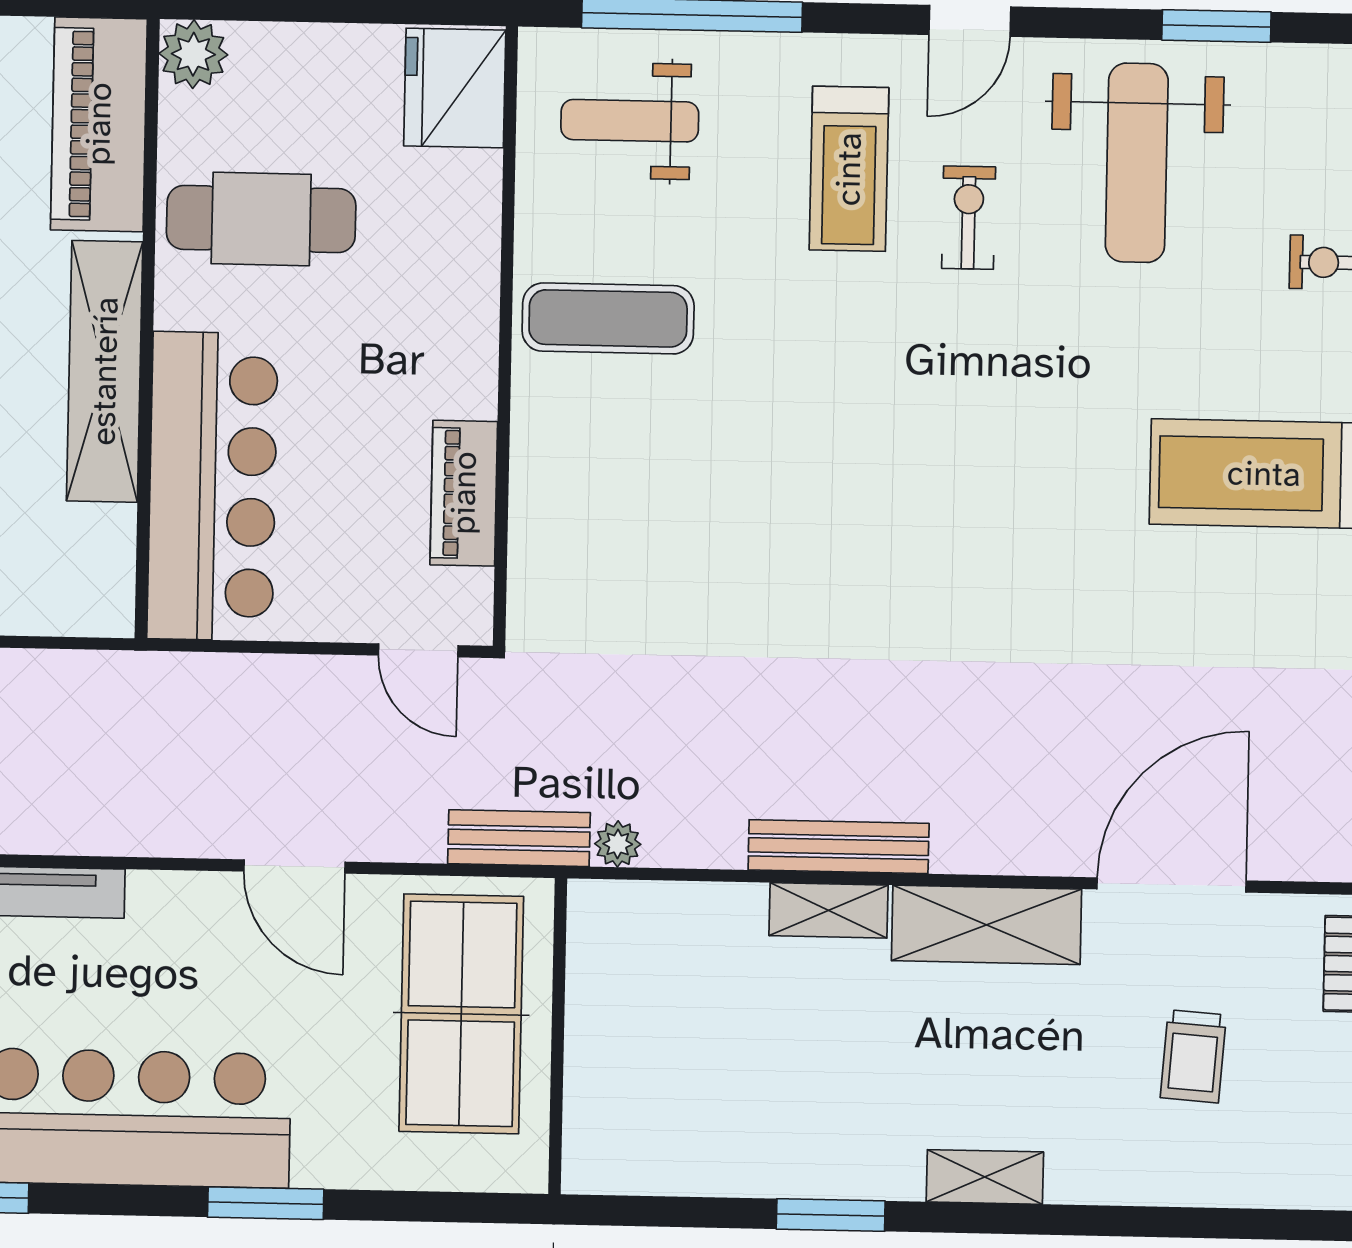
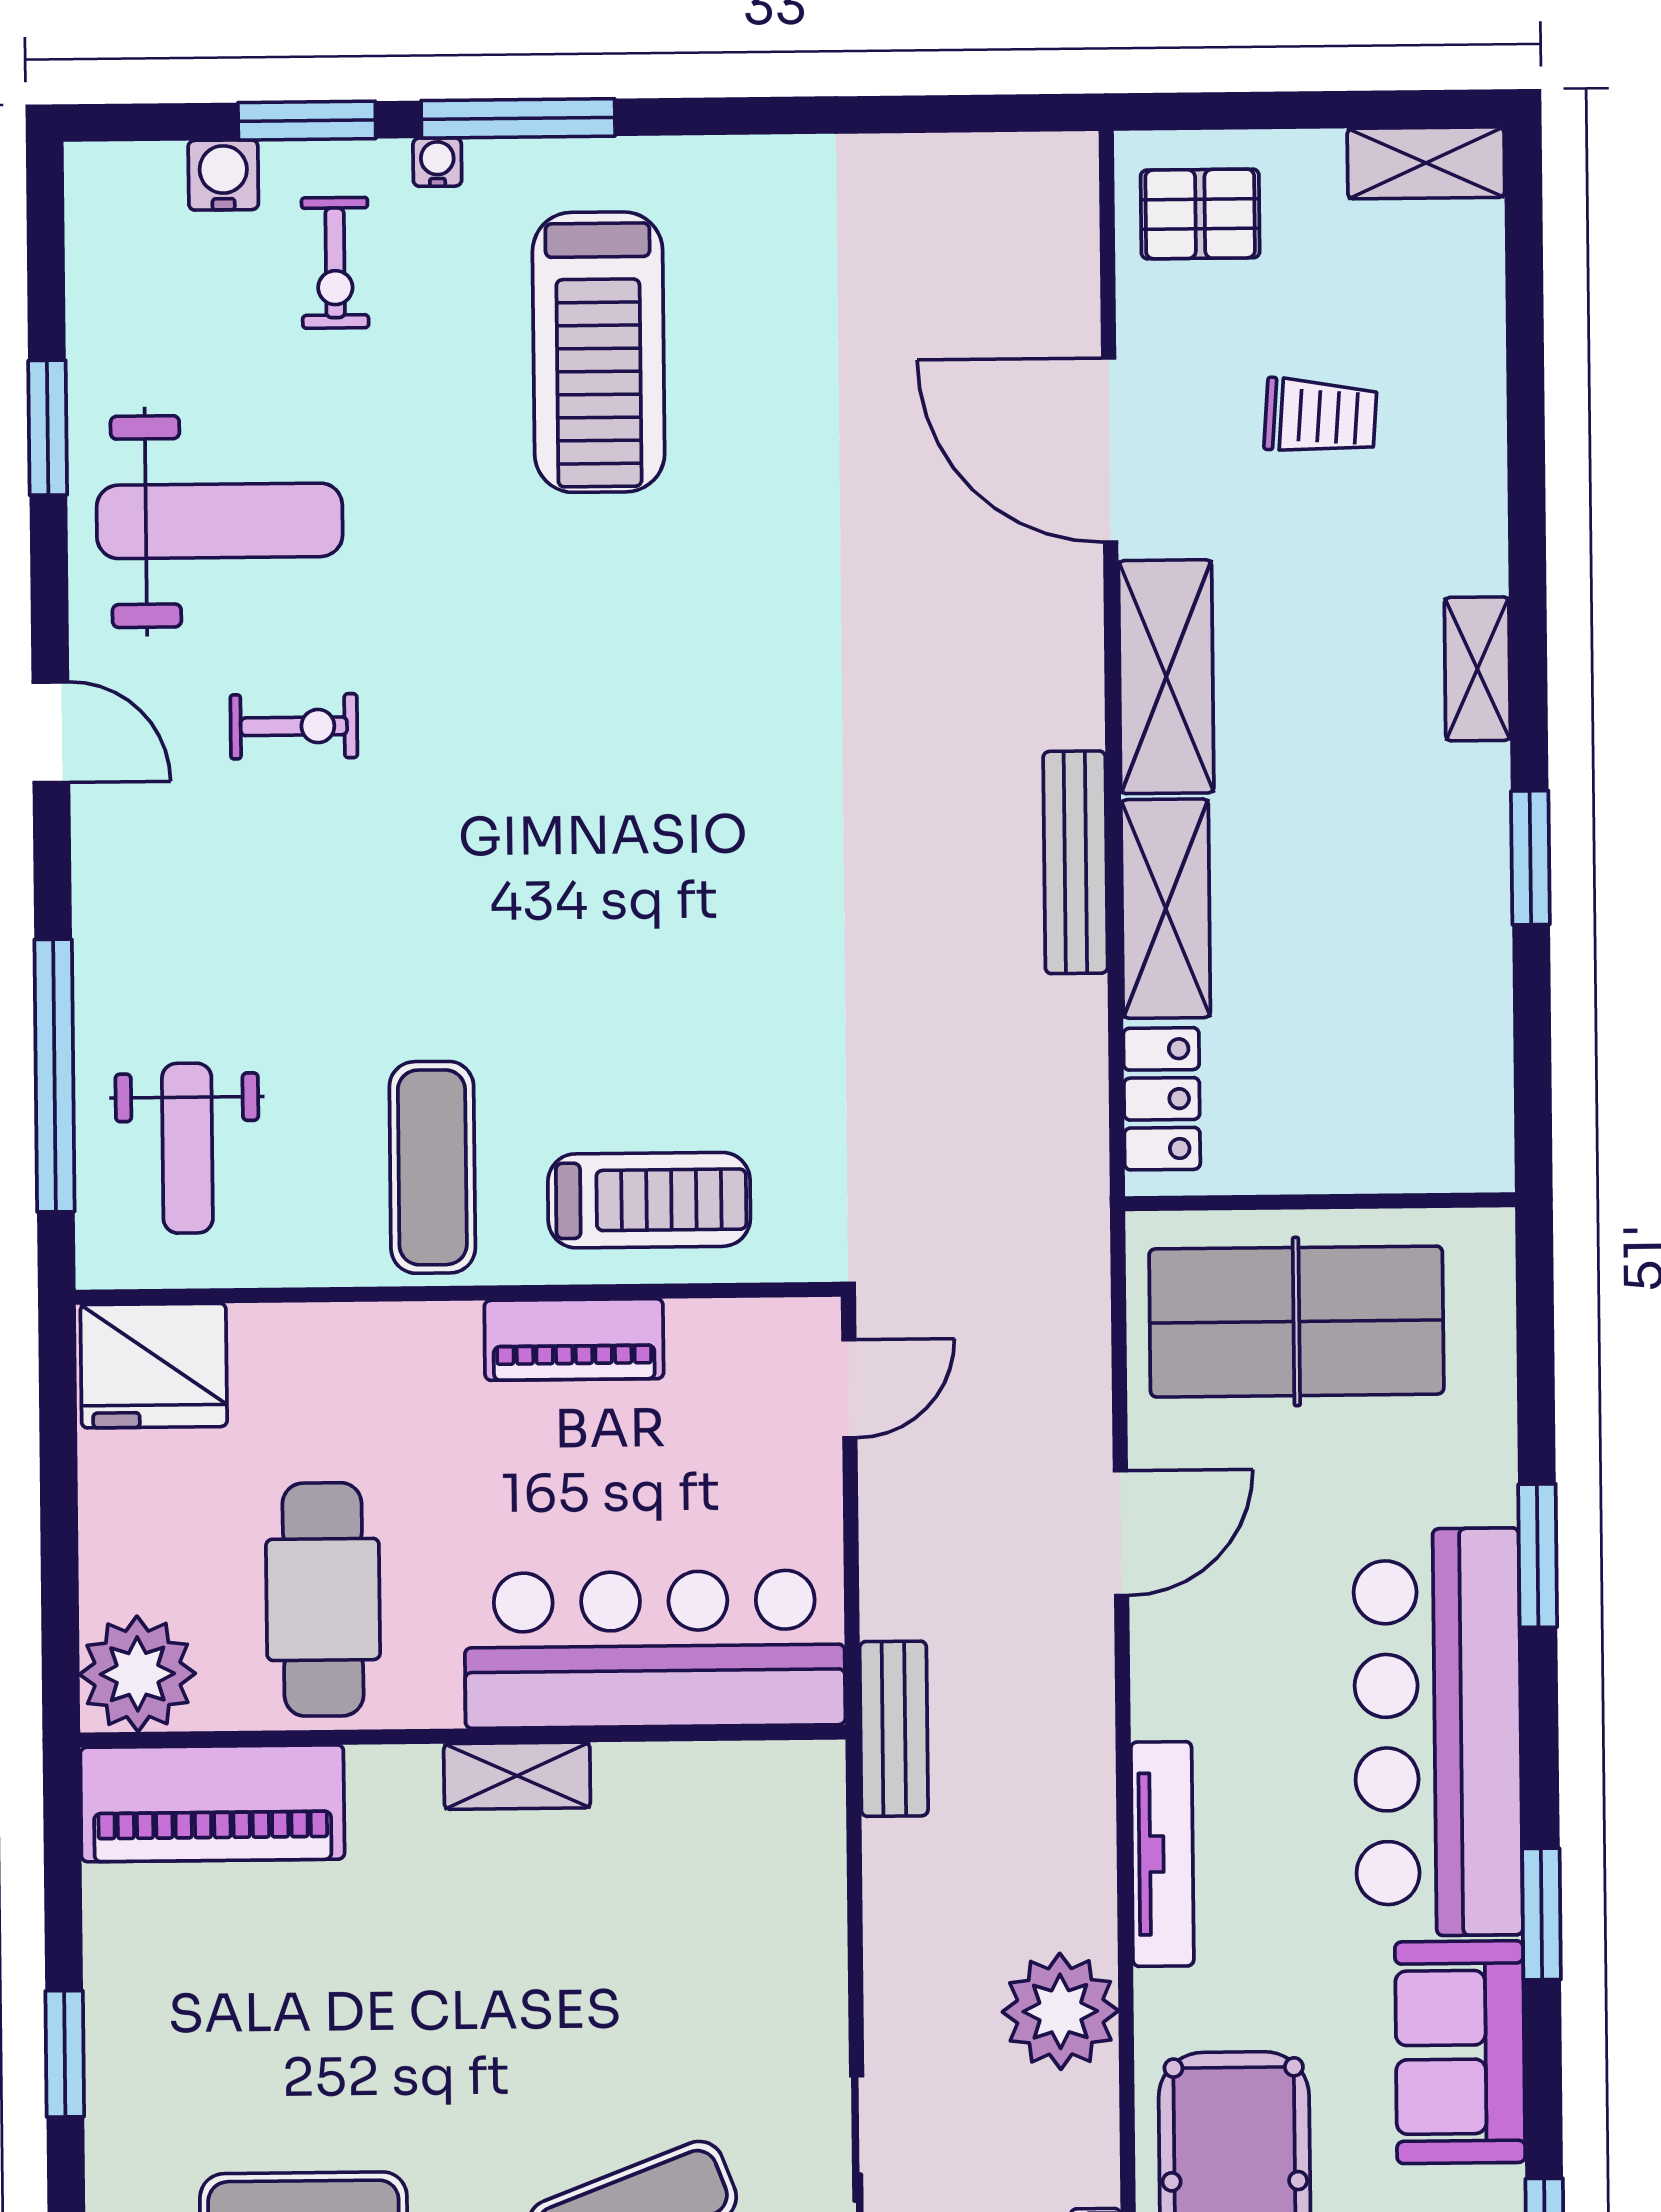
plant: (193, 54) -> (137, 1674), width x1.36, depth x1.36
treadmill: (849, 169) -> (649, 1200), moved
exercise bike: (969, 218) -> (294, 726), turned 180
shelving: (105, 371) -> (517, 1776), width x0.45, depth x0.75
piano: (464, 493) -> (574, 1340), moved
bench: (519, 838) -> (894, 1729), moved
plant: (618, 844) -> (1081, 1135), removed
shelving: (828, 910) -> (1166, 909), width x1.50, depth x1.33
locker: (645, 911) -> (1162, 1099), added

